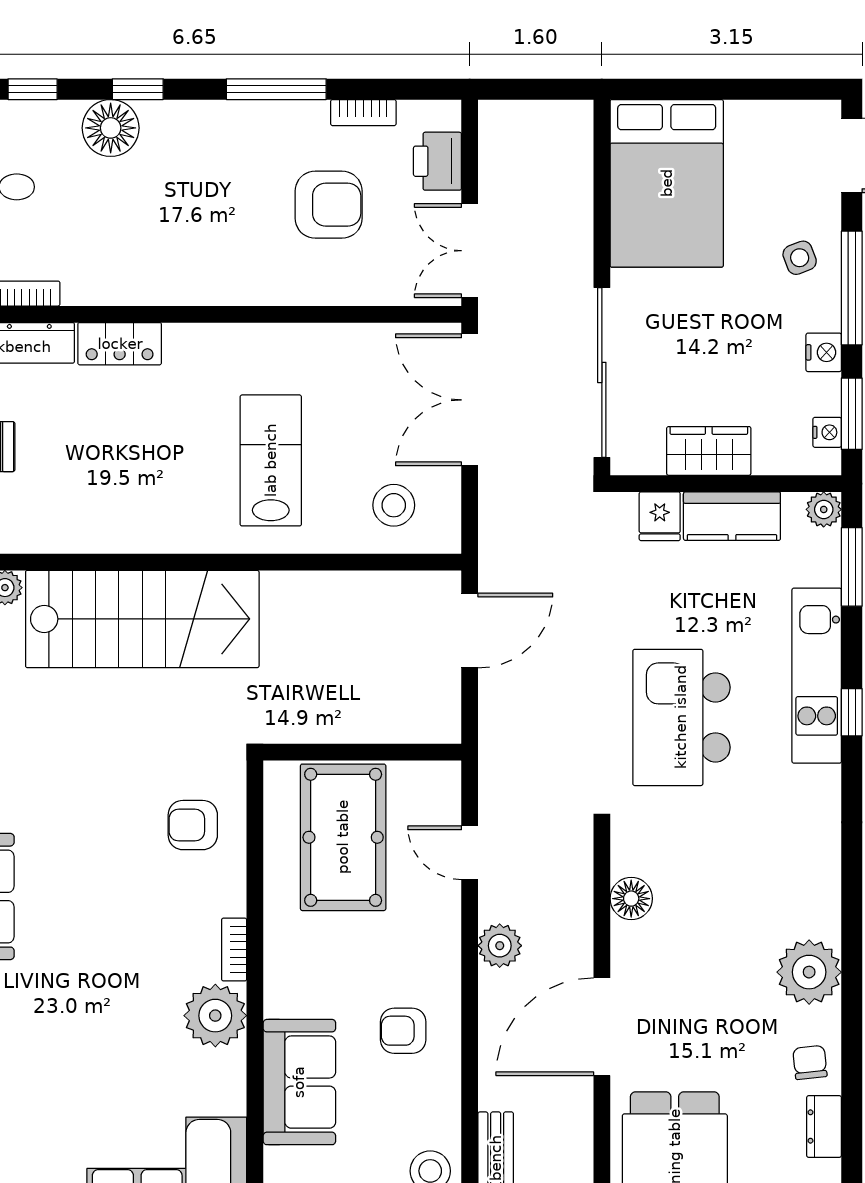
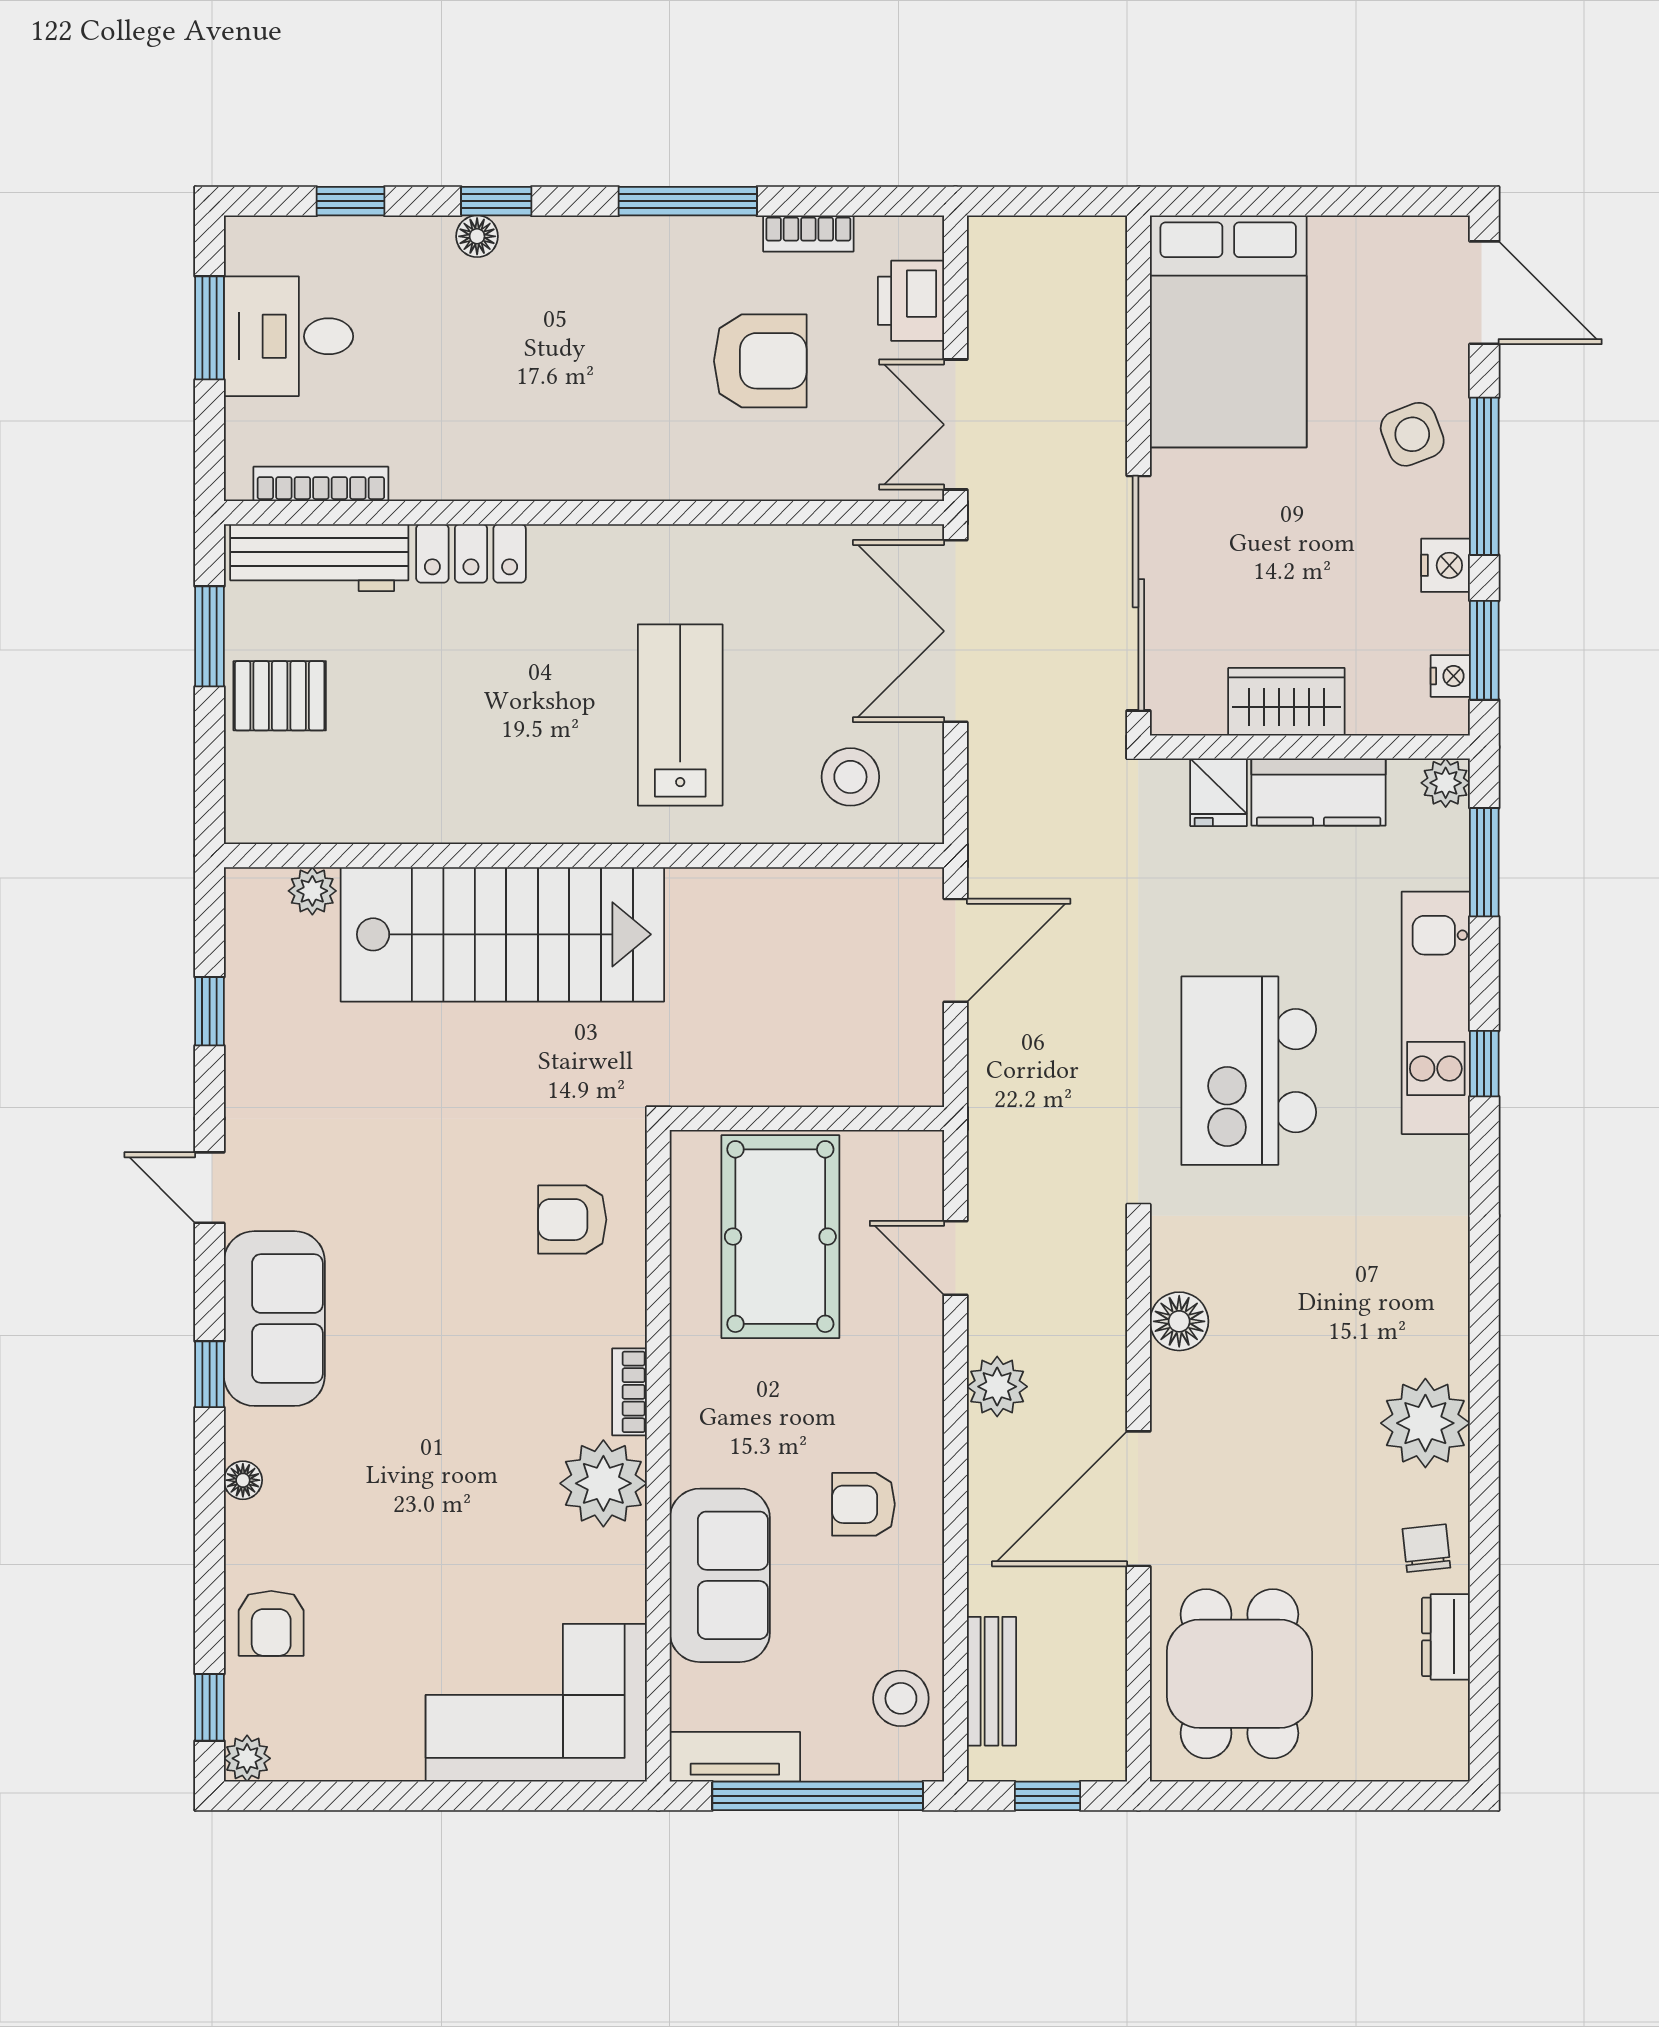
floor lamp: (111, 128) -> (477, 236), width x0.53, depth x0.53
side table: (800, 258) -> (1412, 434), width x1.37, depth x1.37

